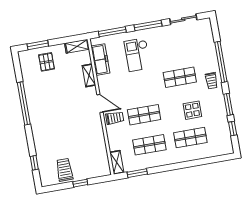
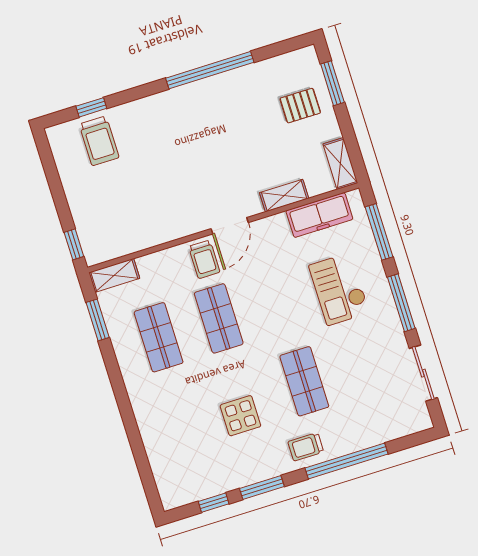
checkout: (137, 55) -> (339, 289), turned -90
shop shelf: (190, 138) -> (184, 419), removed
trolley: (64, 170) -> (99, 141), moved, turned 90
window: (80, 183) -> (74, 244), moved

